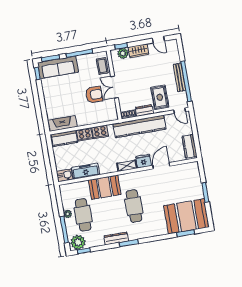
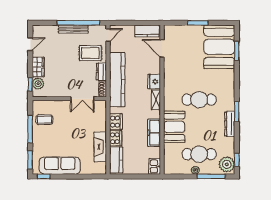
coffee table: (102, 66) -> (44, 120), moved
sofa: (58, 67) -> (60, 166), moved, turned -90
double door: (114, 87) -> (82, 99), moved
armchair: (94, 95) -> (76, 121), removed
fireplace: (62, 124) -> (100, 147), moved
door: (161, 166) -> (162, 48), moved
freezer: (86, 171) -> (154, 133), moved

